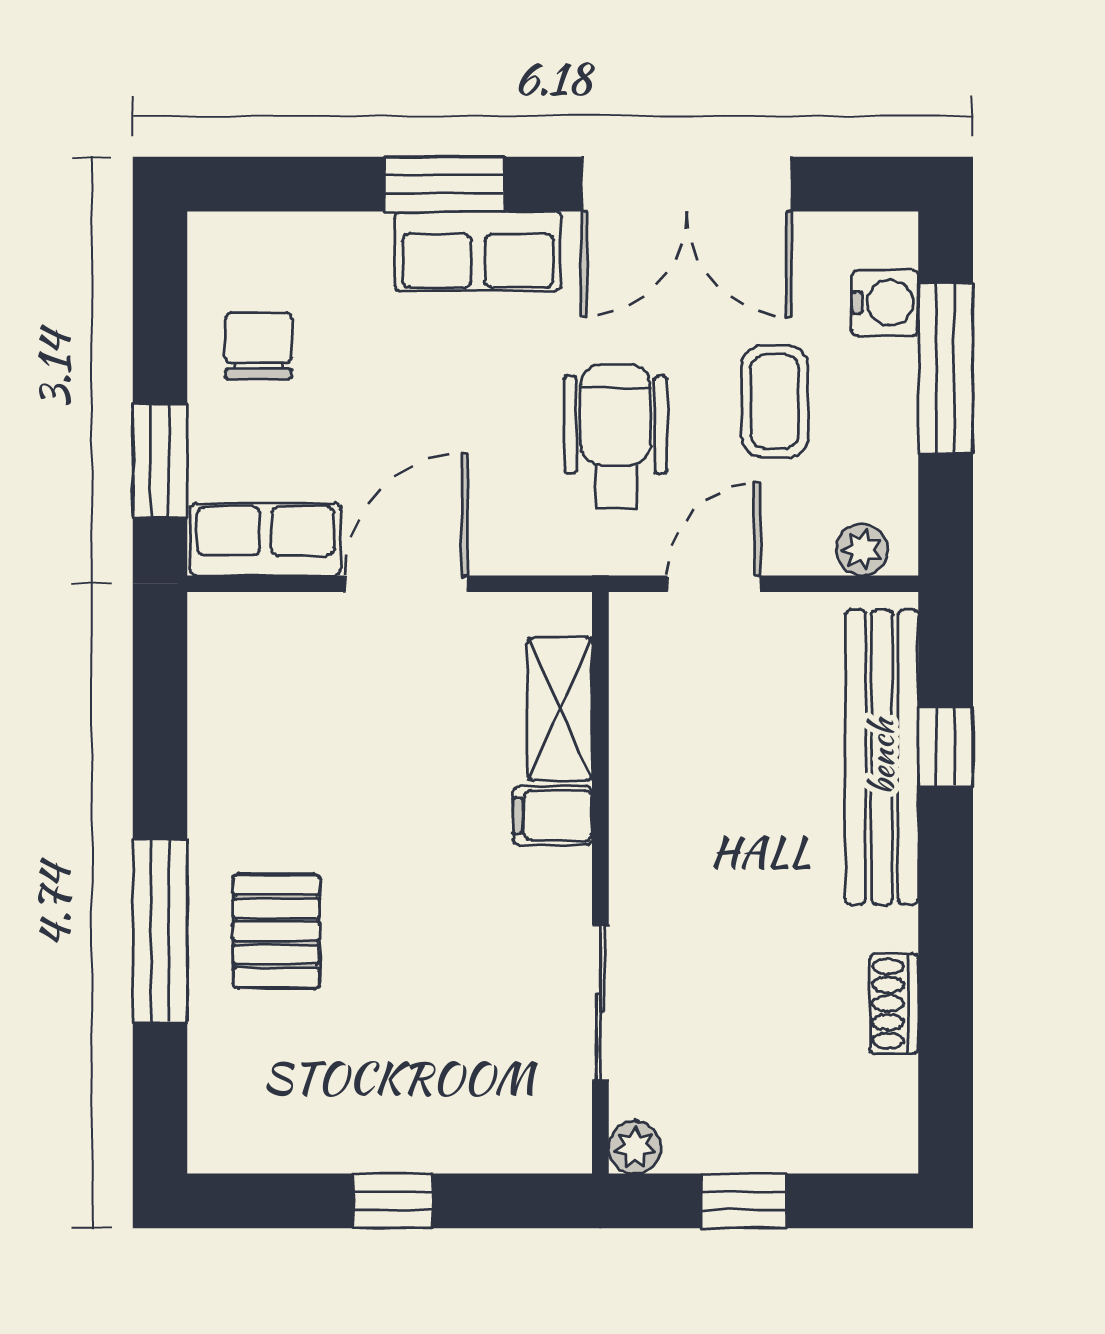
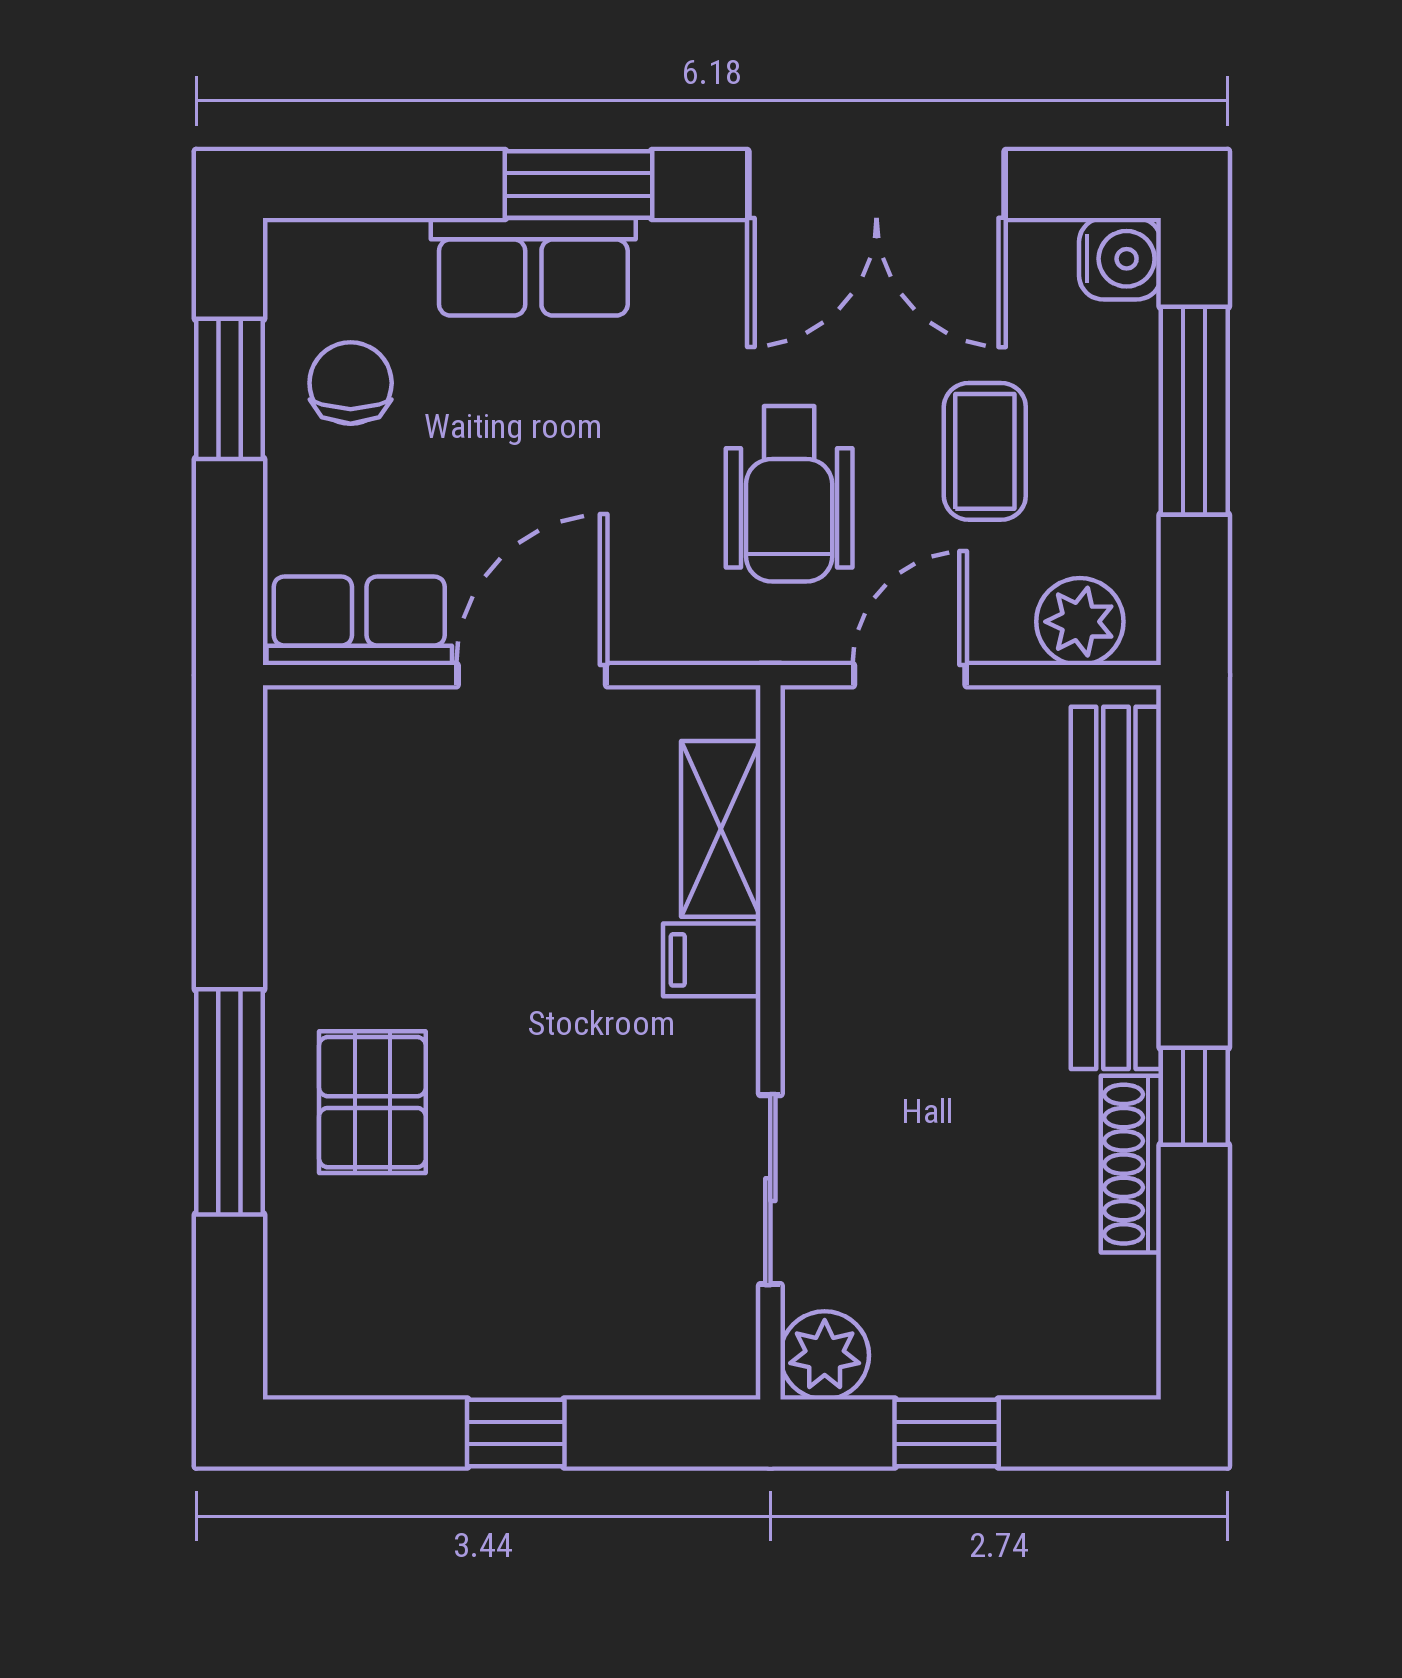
row of seats: (478, 251) -> (533, 267), moved
water cooler: (885, 303) -> (1120, 259), moved
wheelchair: (616, 436) -> (789, 494), turned 180
window: (160, 461) -> (230, 389), moved
plant: (862, 550) -> (1080, 622), width x1.38, depth x1.38
window: (946, 746) -> (1194, 1096), moved
shoe rack: (894, 1004) -> (1131, 1164), width x1.43
plant: (635, 1147) -> (825, 1355), width x1.38, depth x1.38

